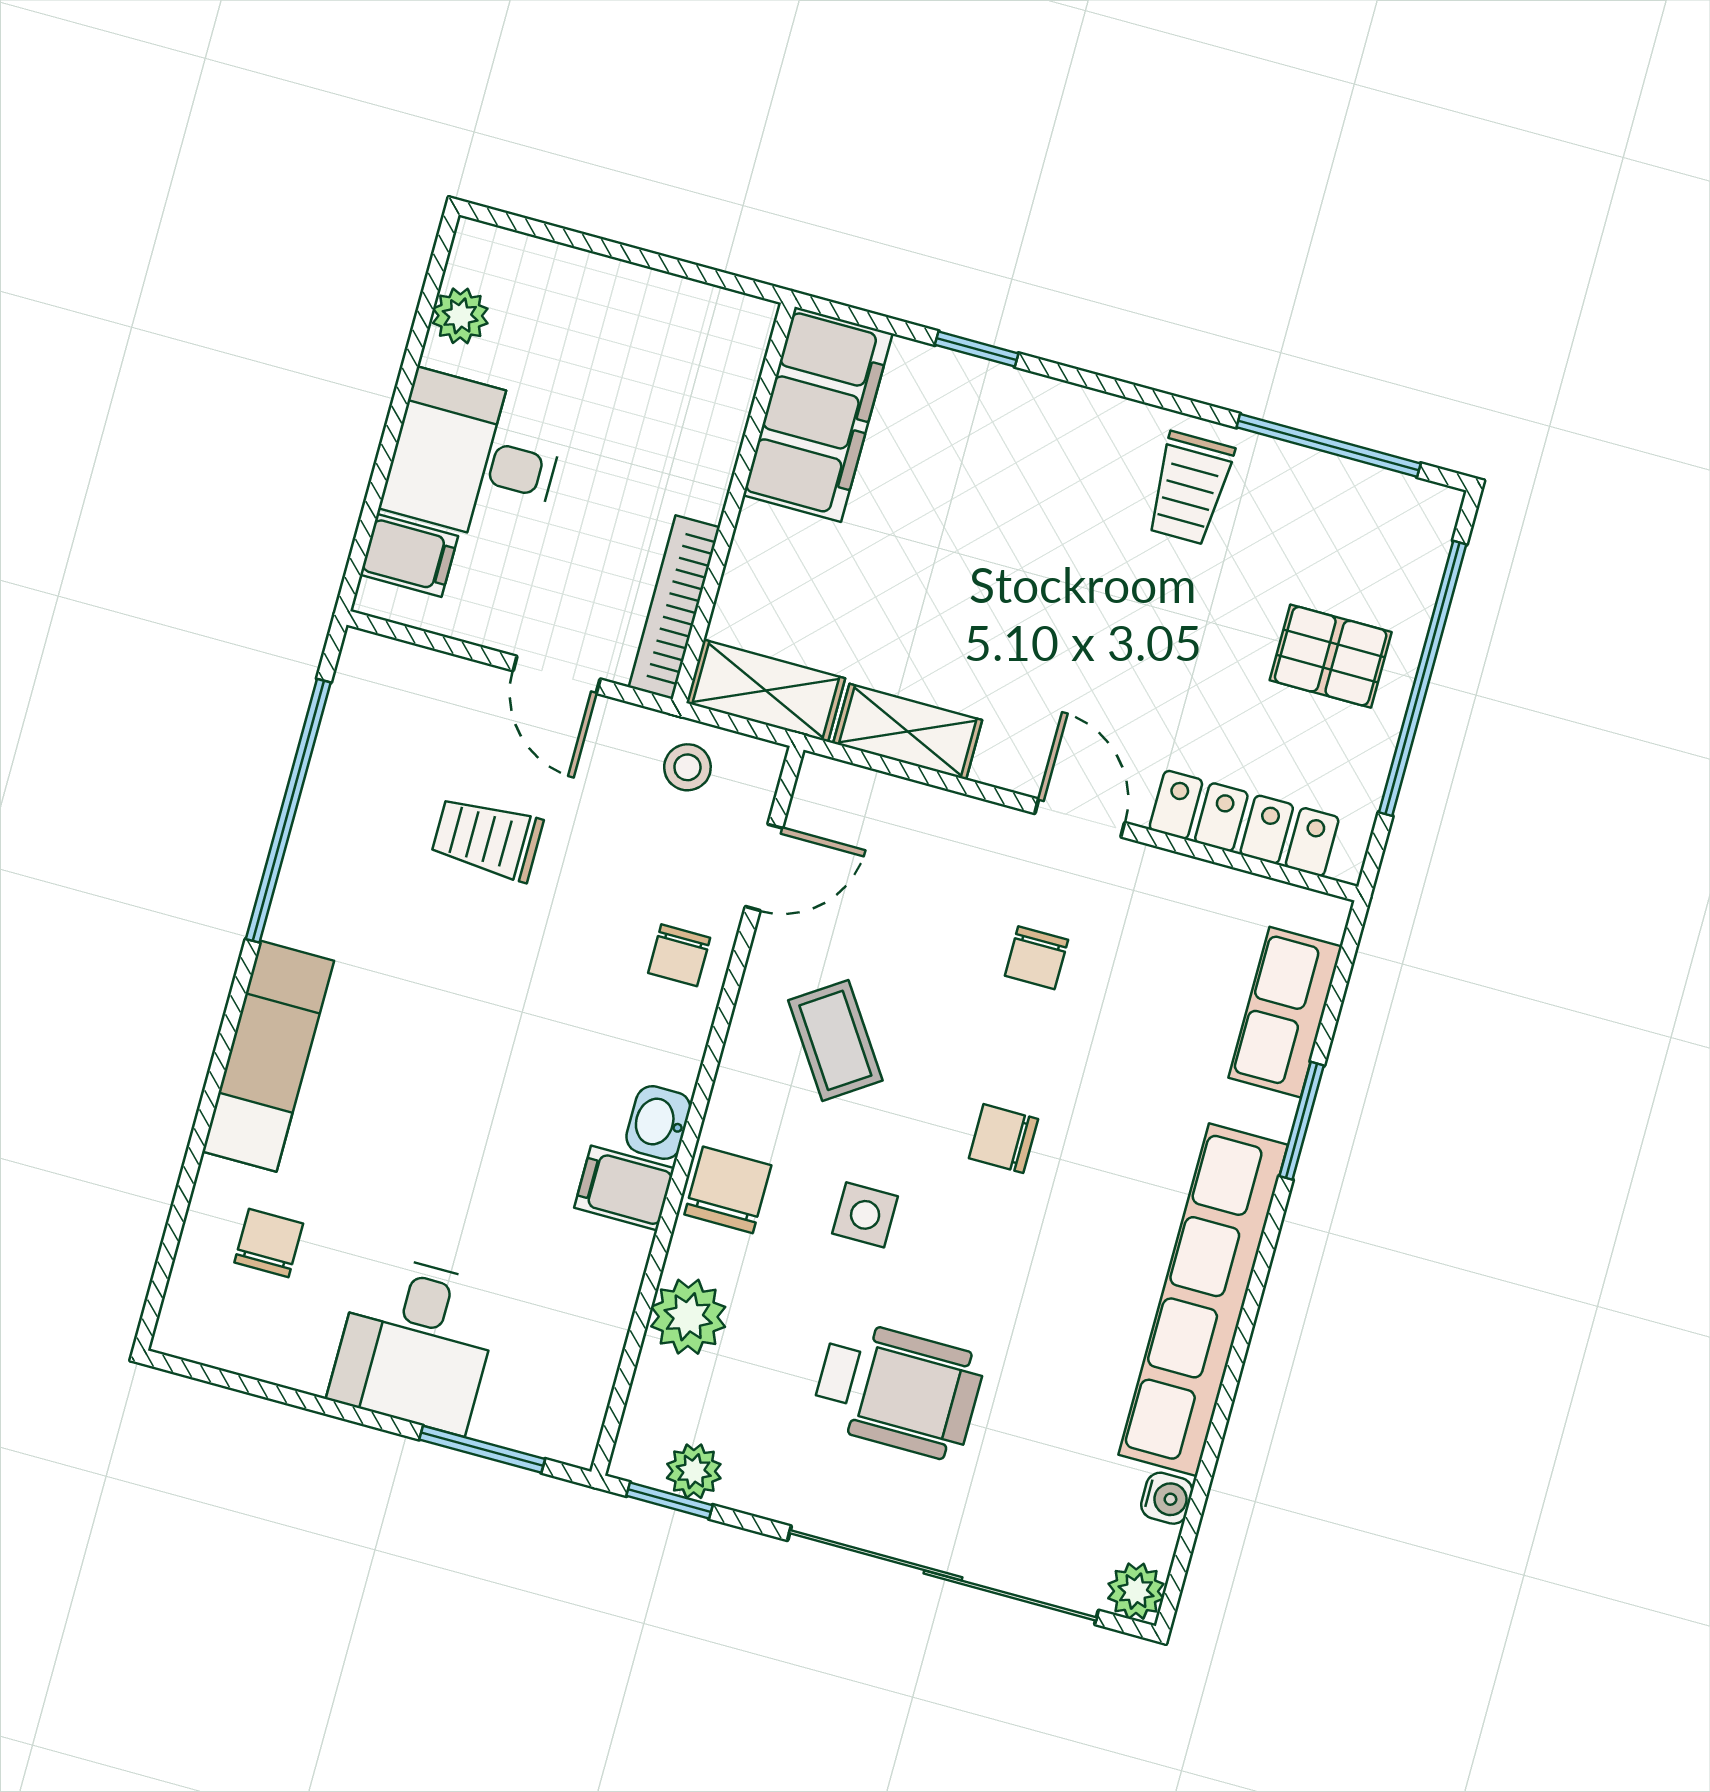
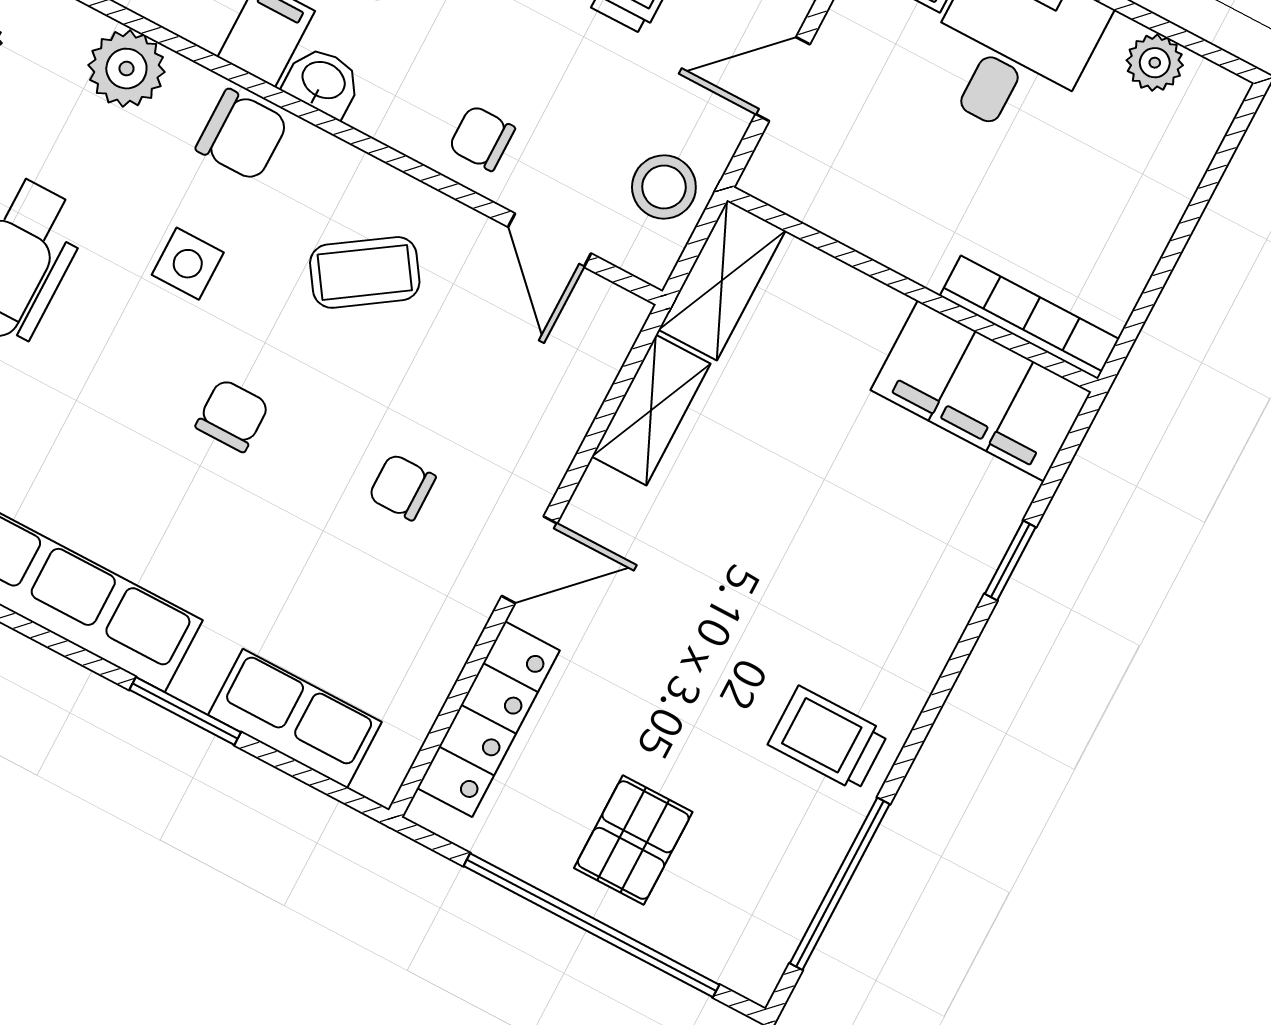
bookcase: (674, 607) -> (1029, 317), moved
stool: (687, 767) -> (664, 187), width x1.37, depth x1.37

